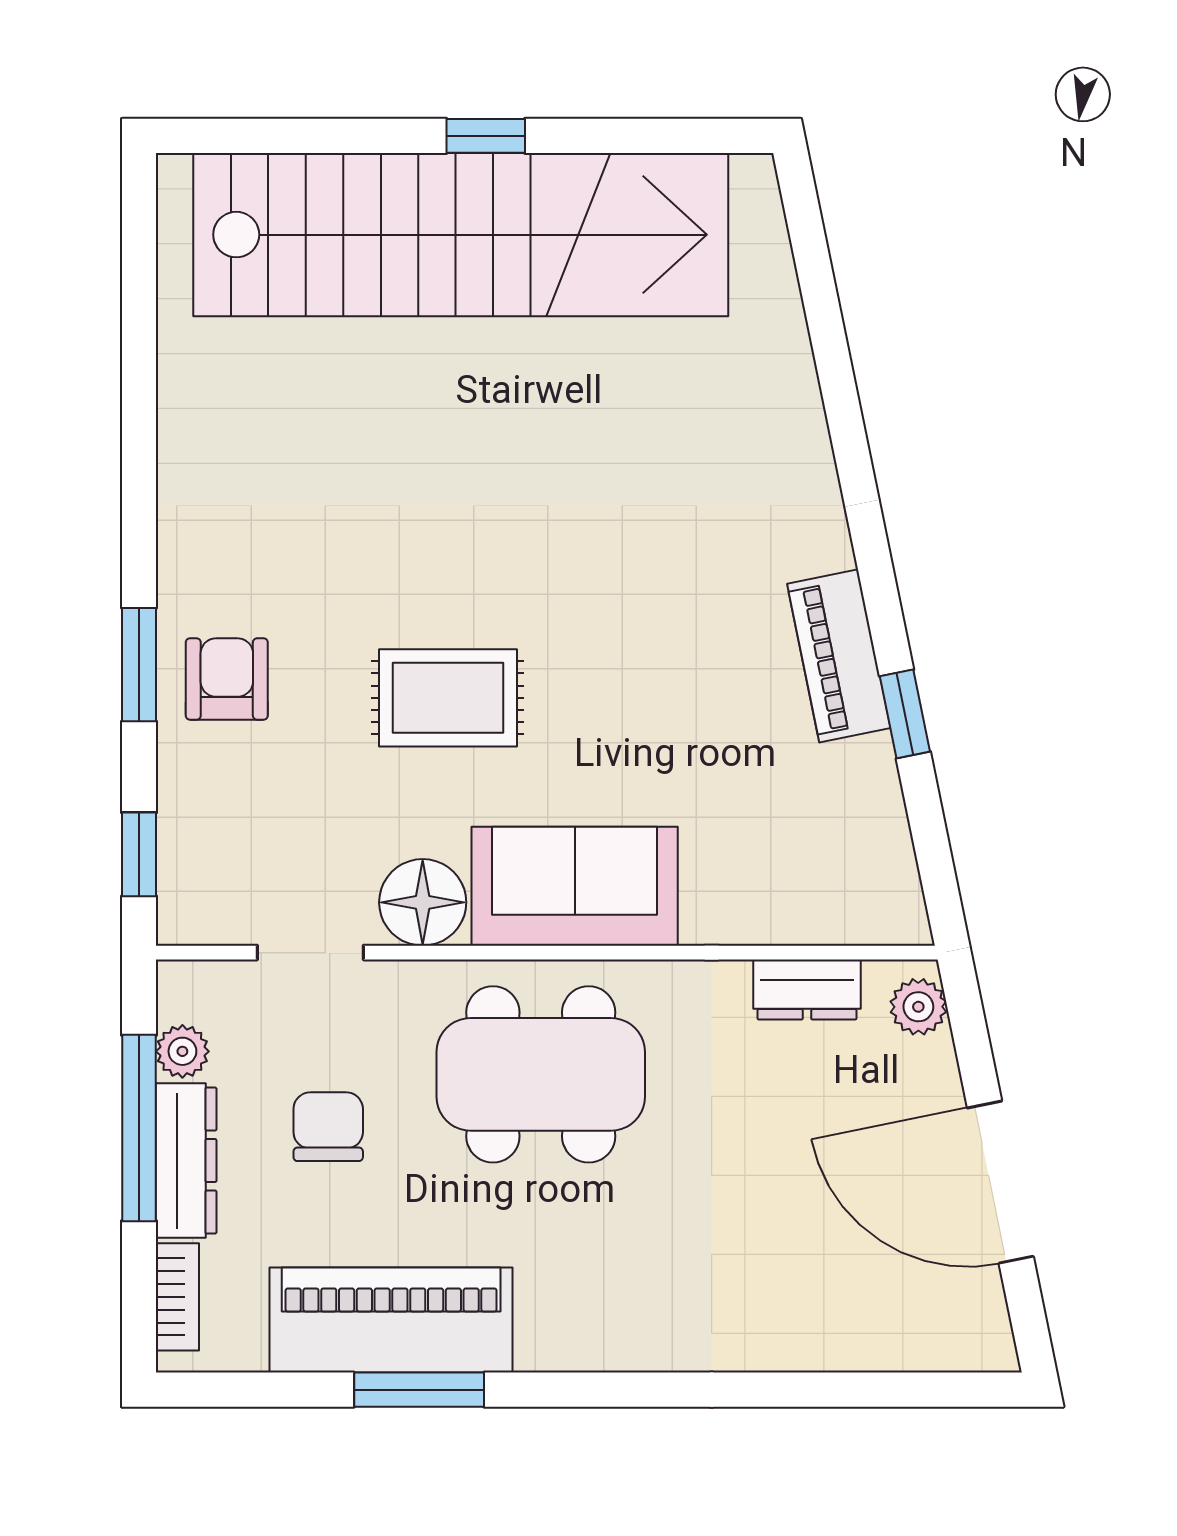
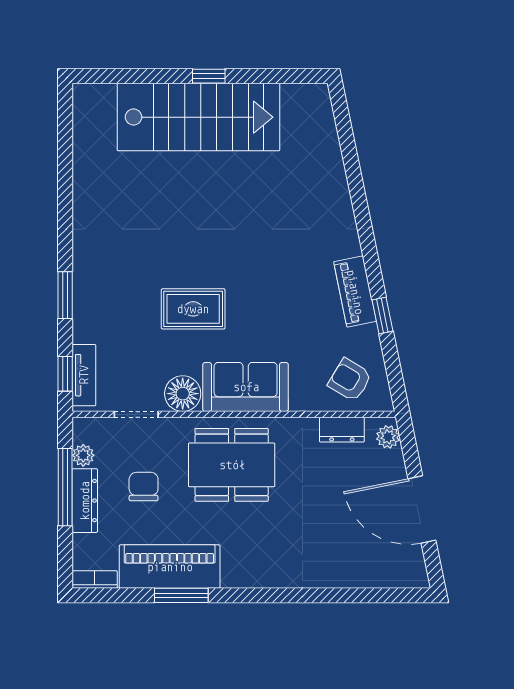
stairs: (461, 235) -> (198, 117), width x0.73
armchair: (227, 679) -> (350, 380), moved, turned -59
tv unit: (184, 858) -> (84, 375), added
bookcase: (177, 1297) -> (95, 580), moved, turned -90

